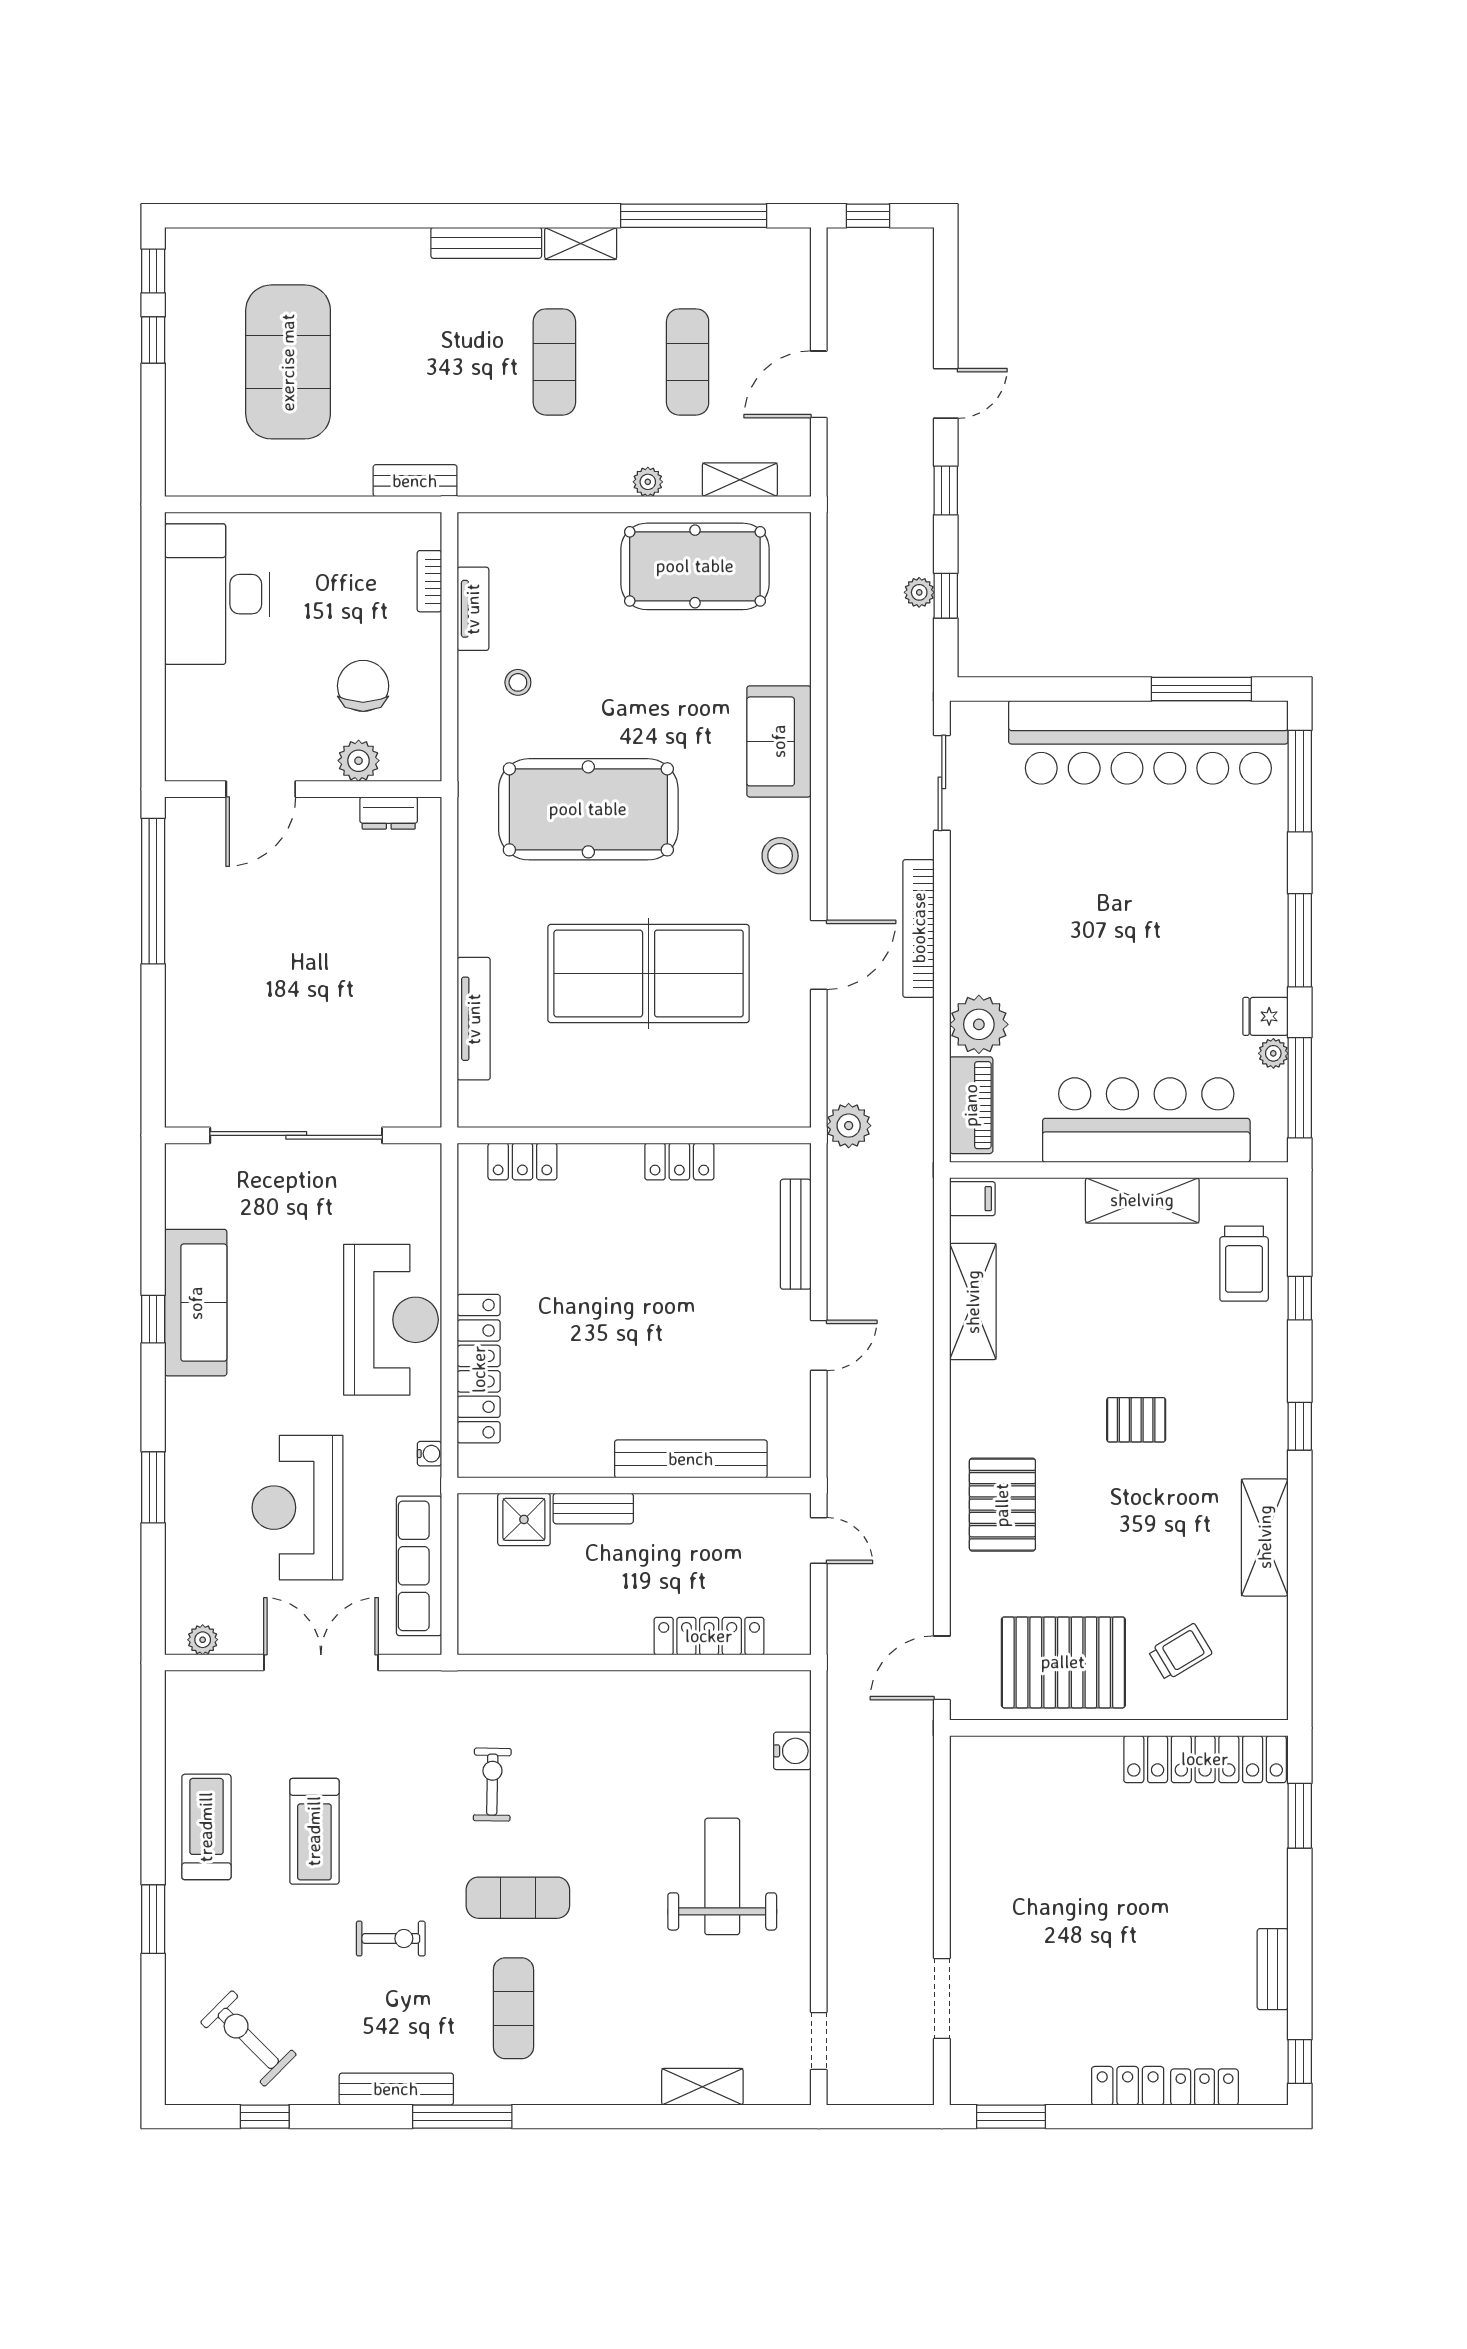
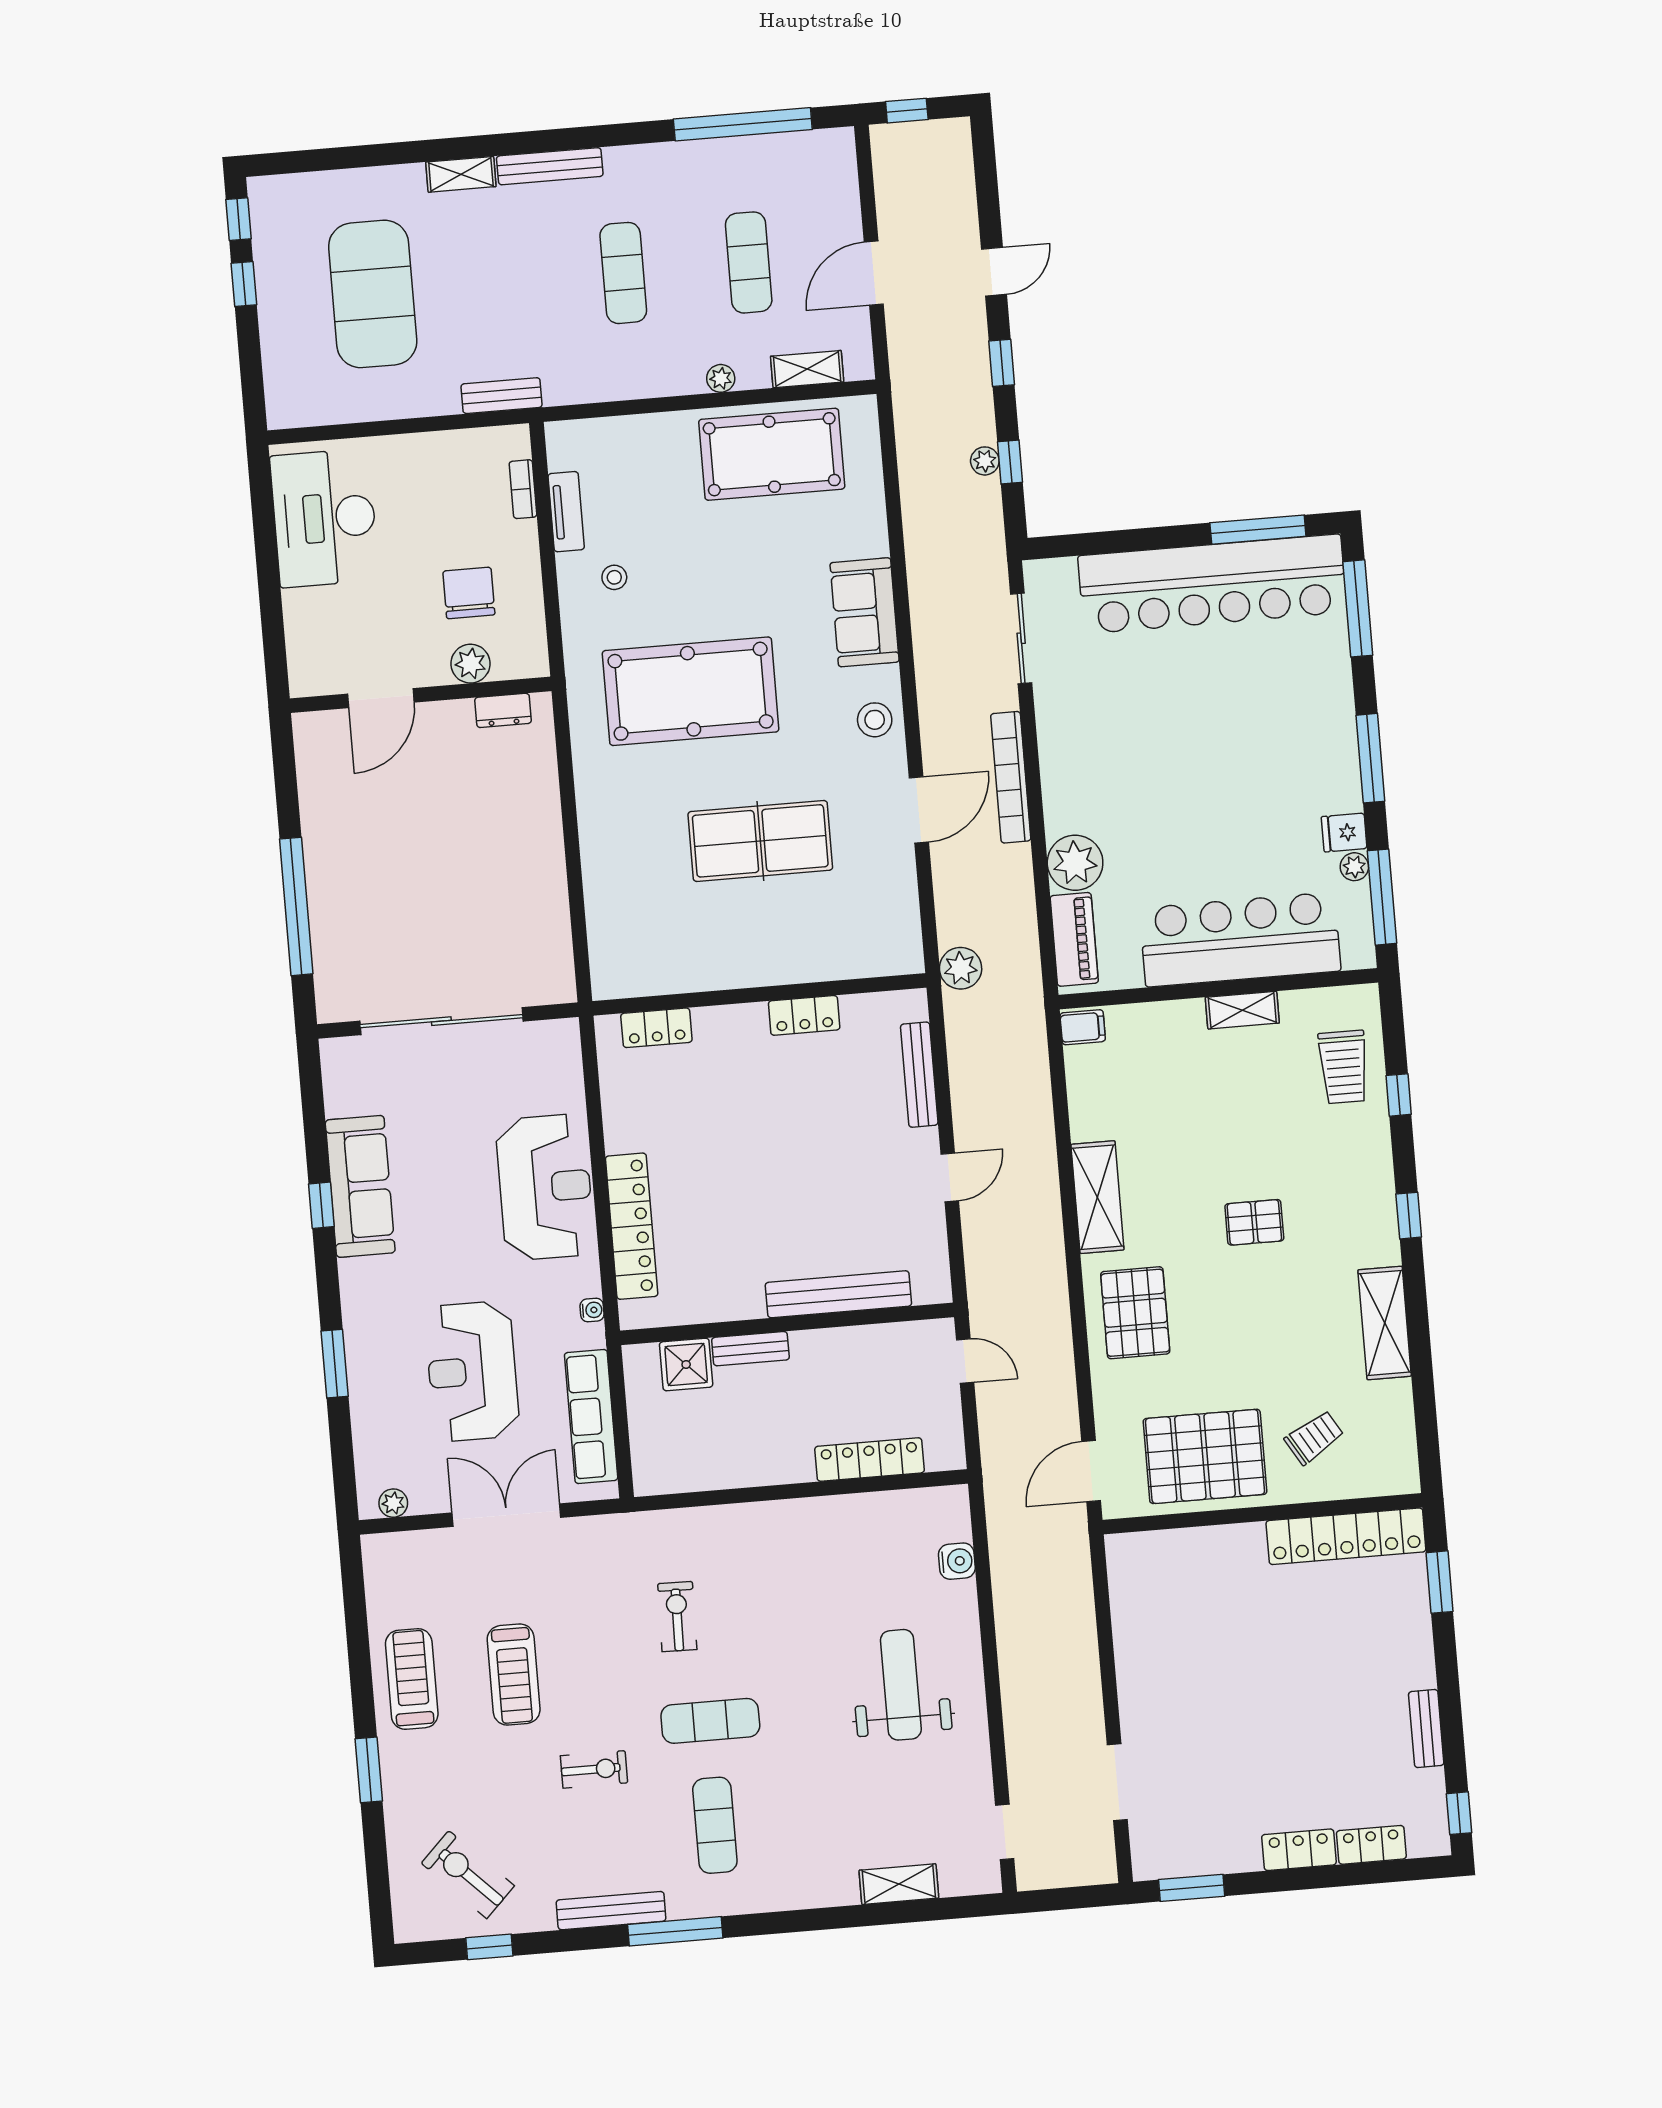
shelving: (581, 243) -> (461, 174), moved
window: (153, 891) -> (296, 906), moved
table tennis table: (649, 974) -> (760, 841), width x0.73, depth x0.76
tv unit: (474, 1019) -> (599, 897), removed
shelving: (1142, 1200) -> (1242, 1010), width x0.67, depth x0.75
shelving: (973, 1302) -> (1097, 1197), moved

